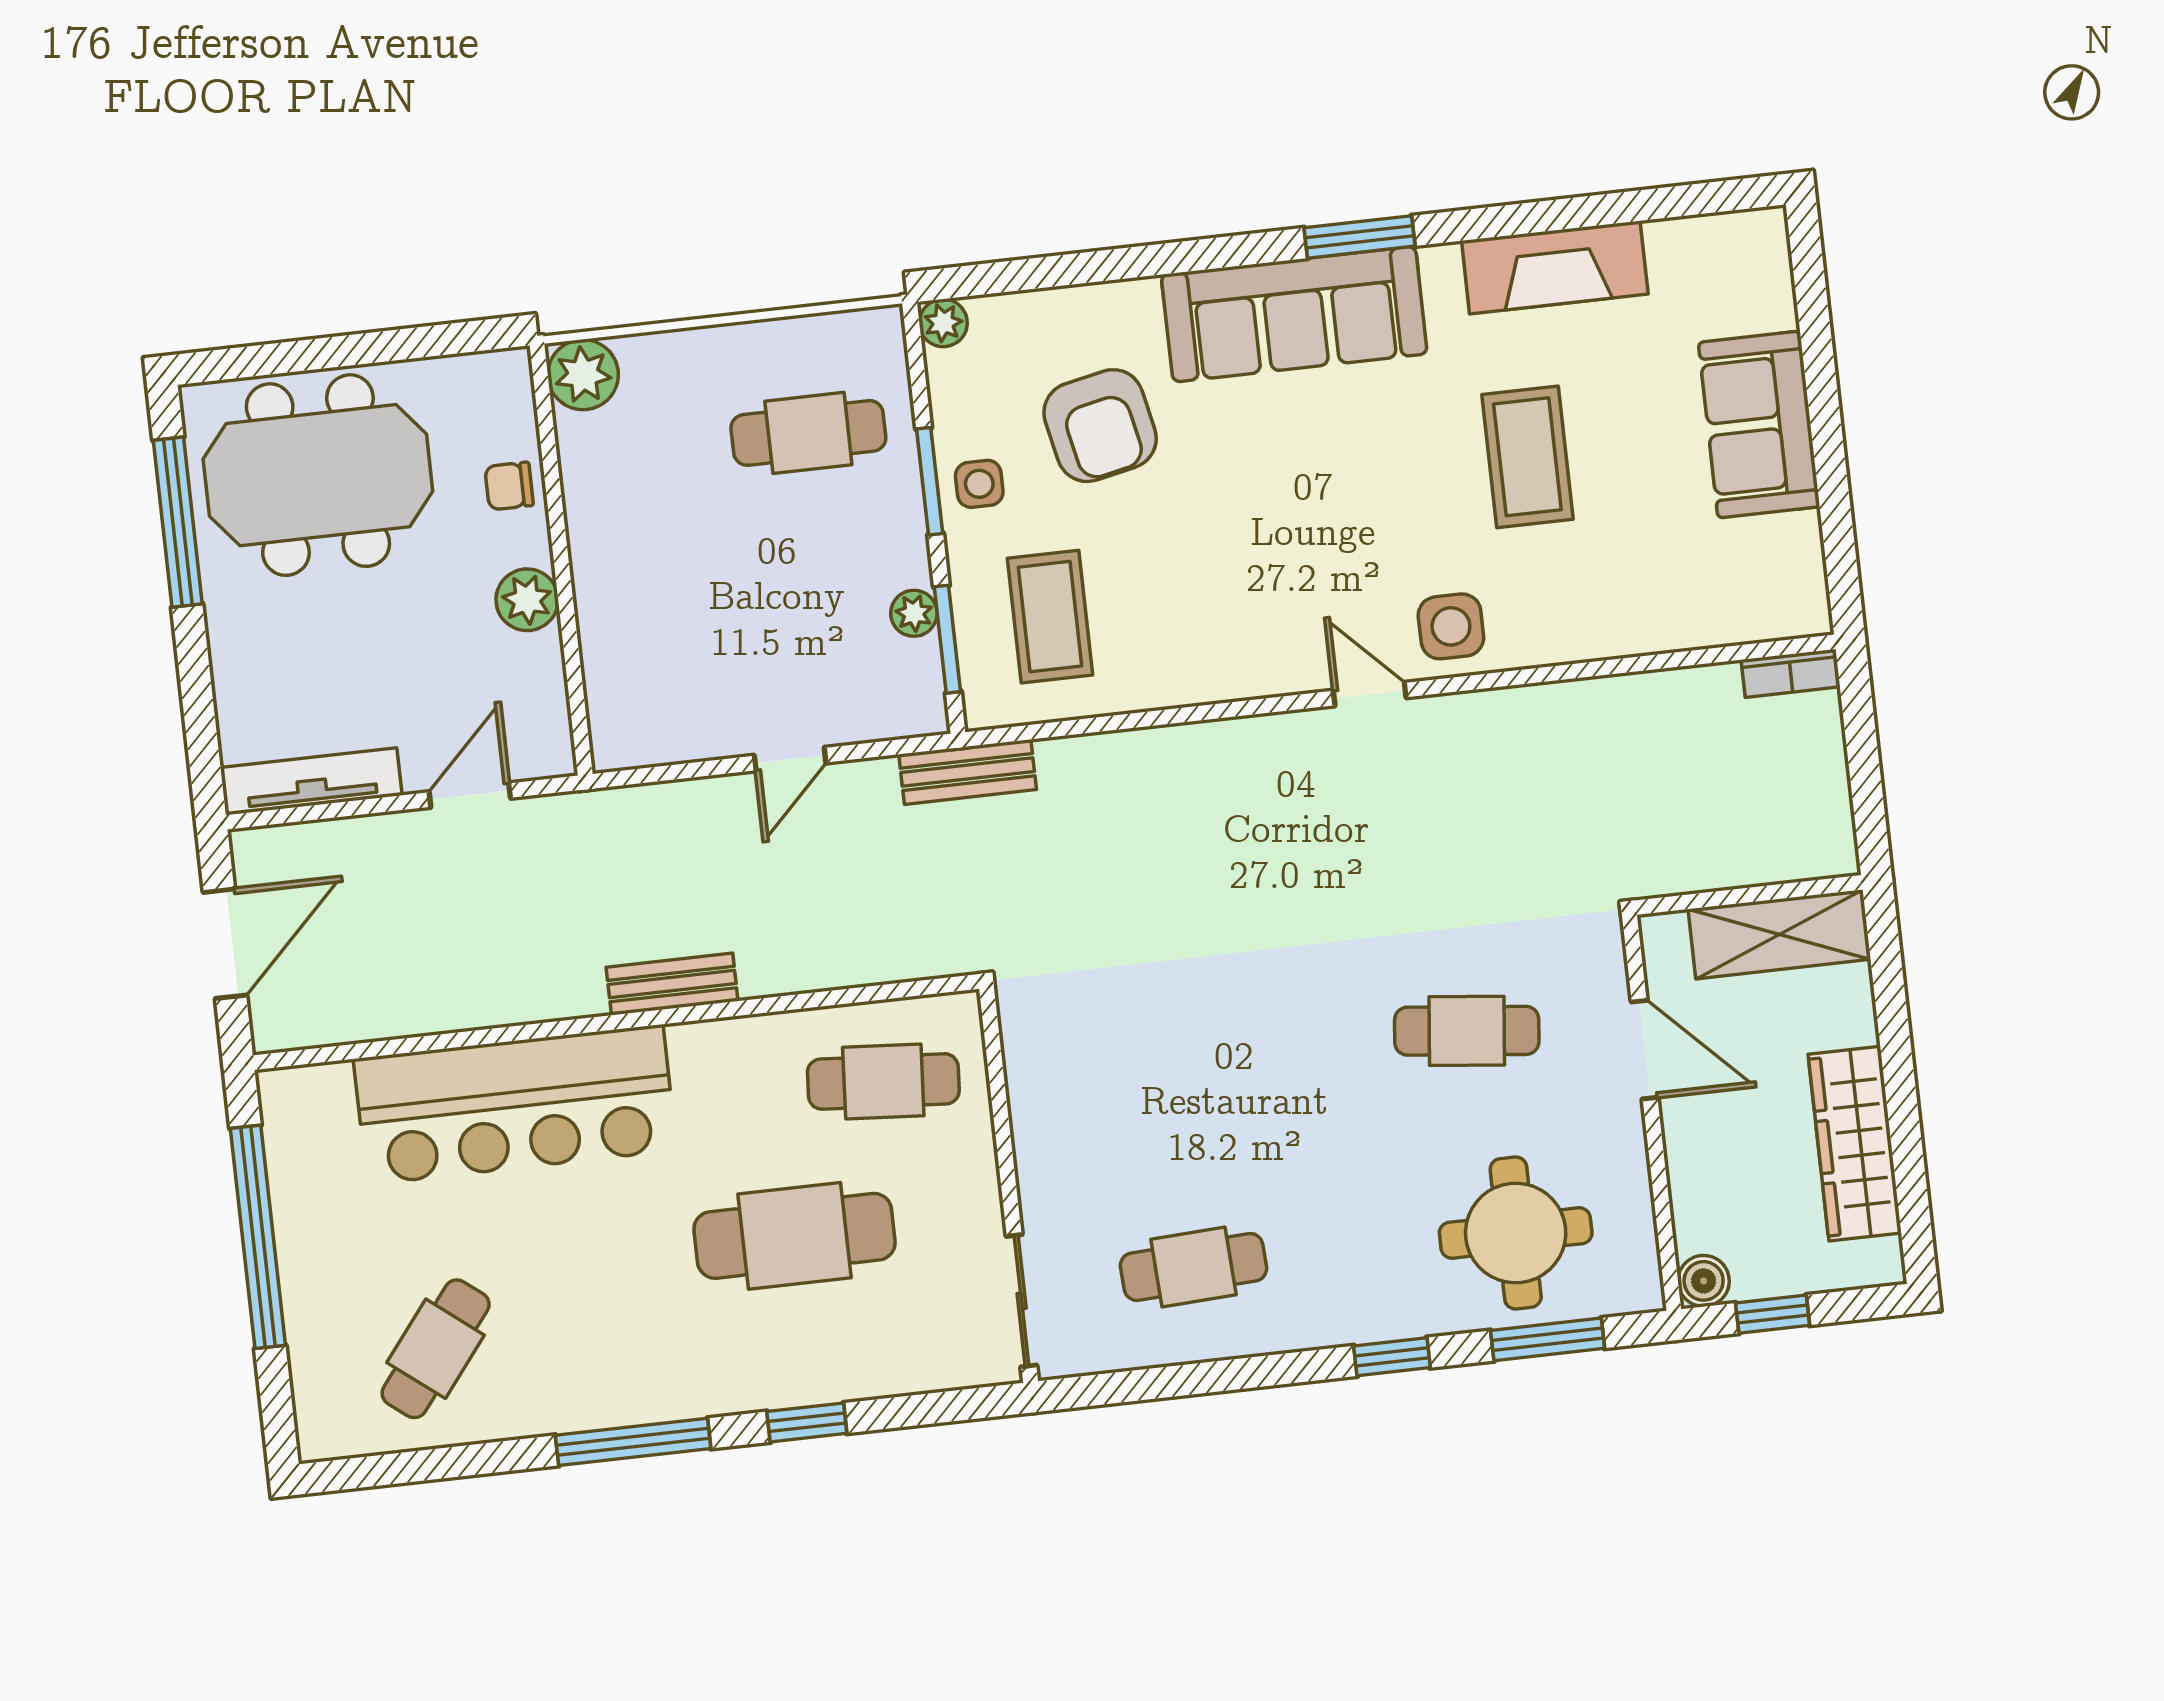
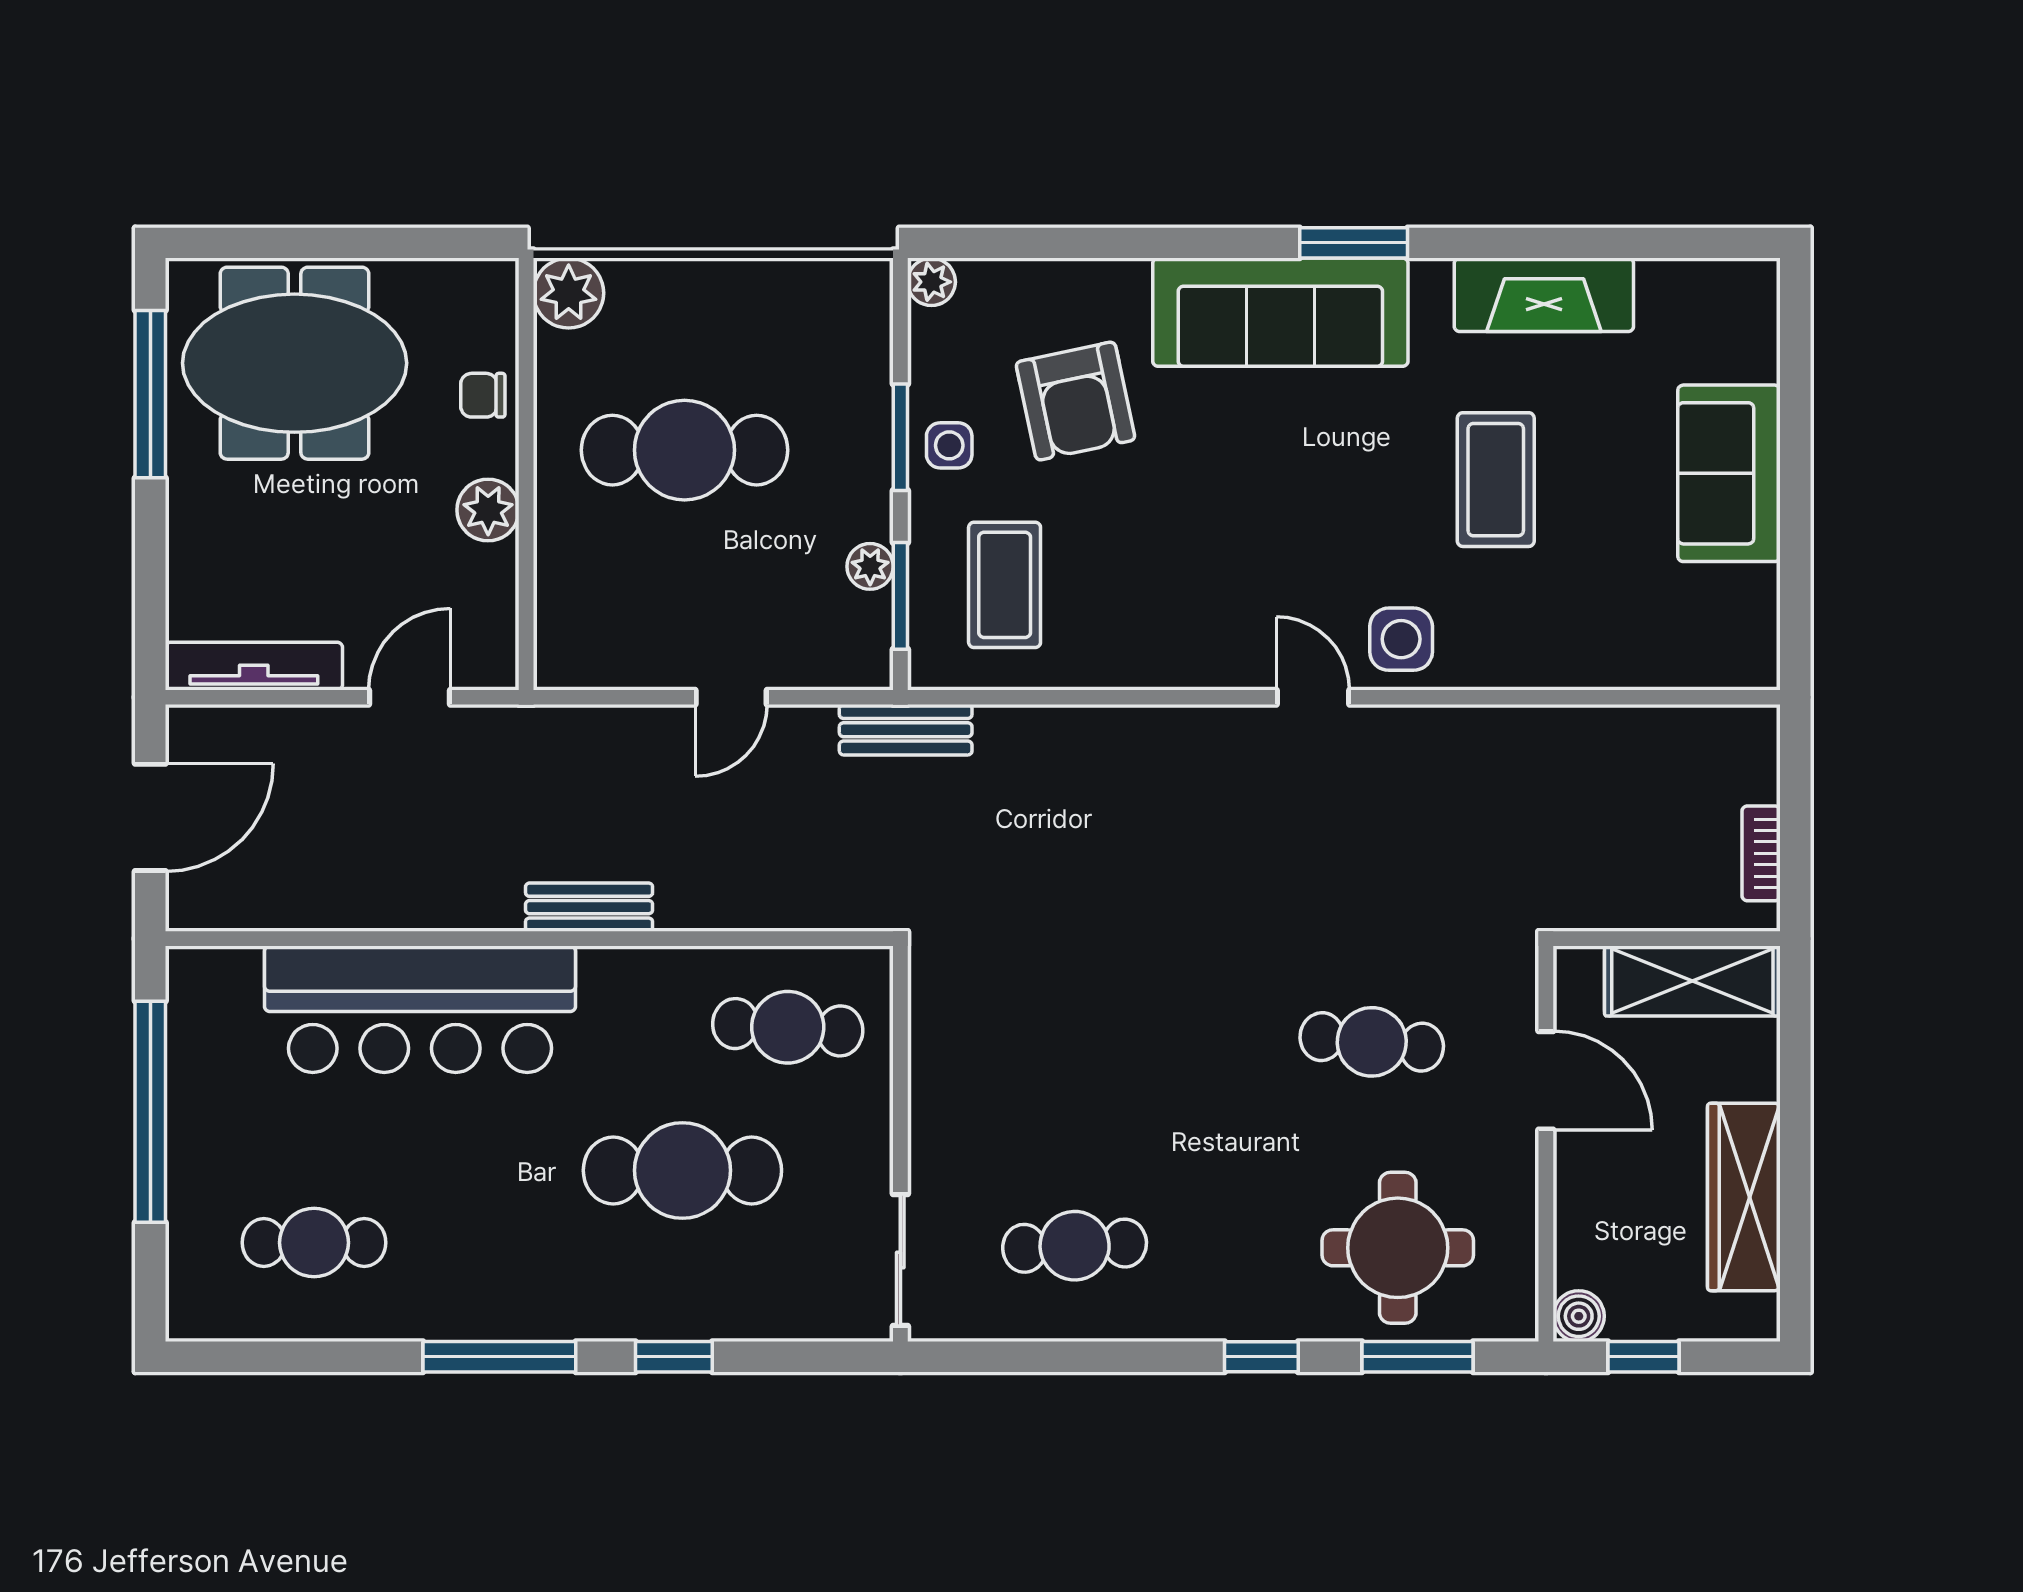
cafe table: (808, 433) -> (684, 450), moved, width x1.37, depth x1.35
bookcase: (1791, 673) -> (1761, 853), moved, turned 90
cafe table: (436, 1349) -> (314, 1243), turned 52

